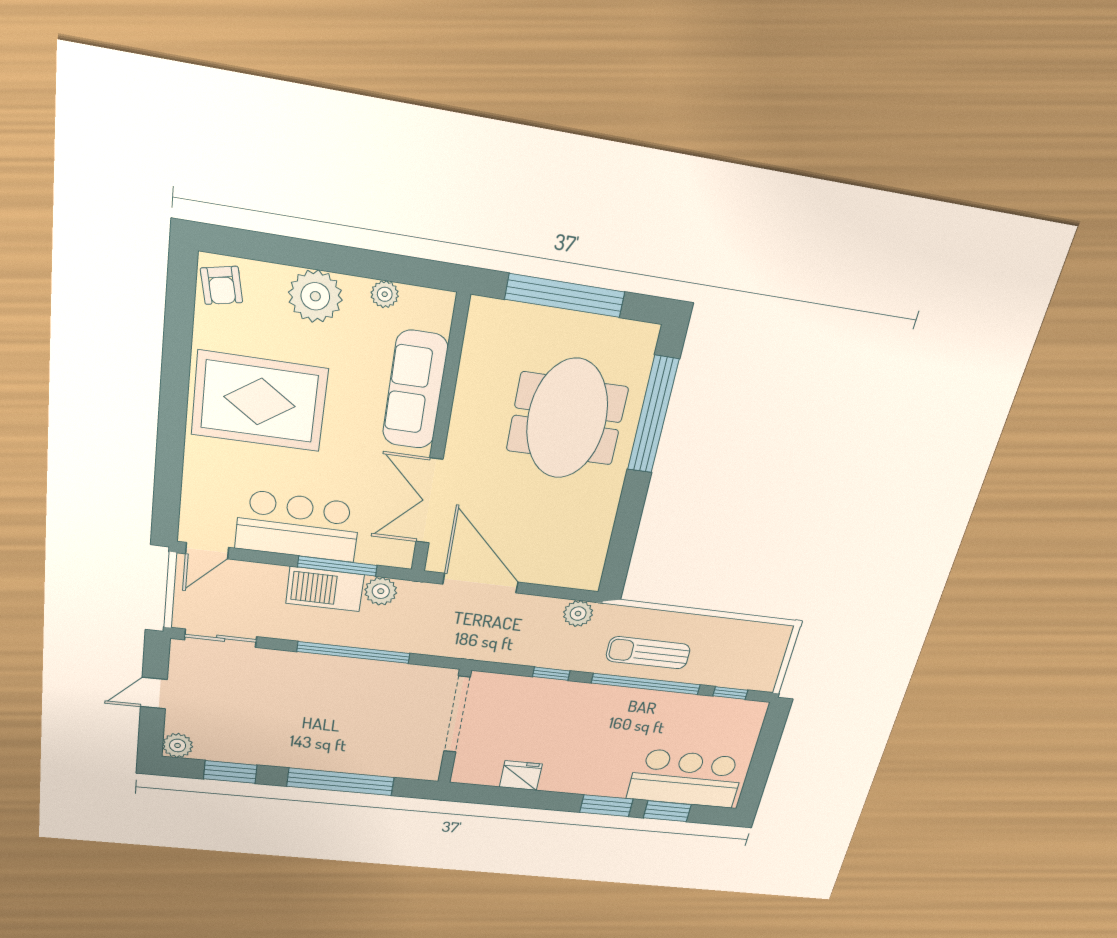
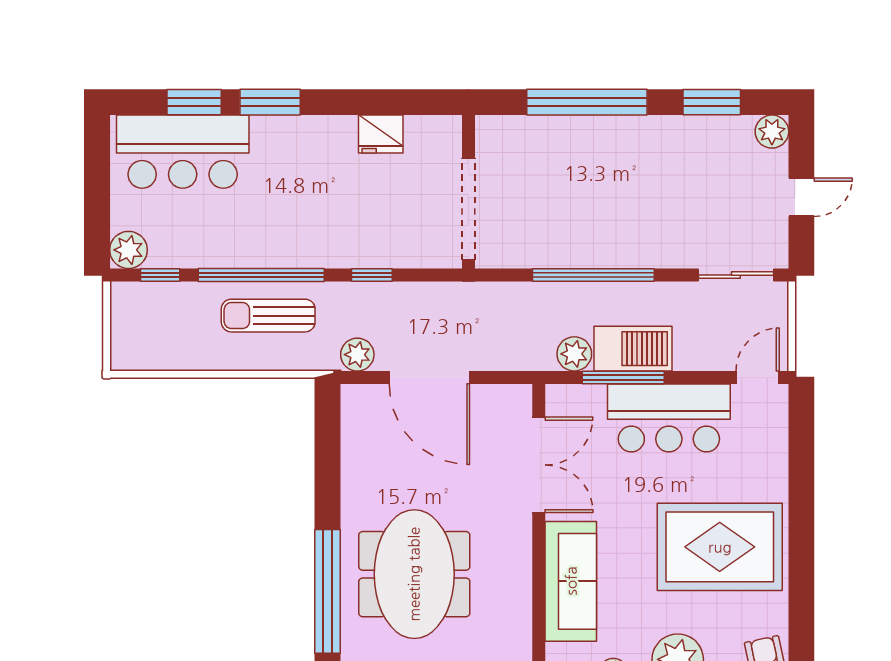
door: (481, 583) -> (429, 377), moved
sun lounger: (648, 653) -> (268, 316), turned 180
plant: (751, 714) -> (128, 250), added

